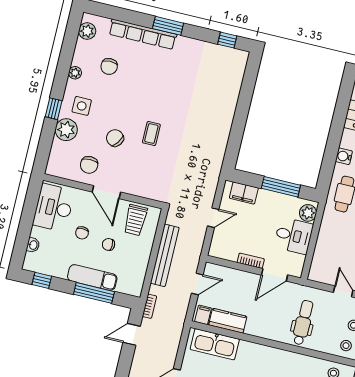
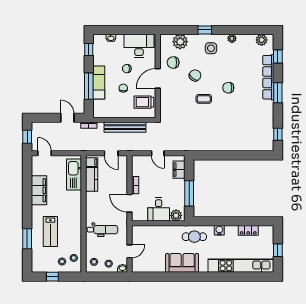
window: (116, 13) -> (278, 56), added
chair: (109, 66) -> (228, 88), moved
plant: (66, 130) -> (180, 42), moved

